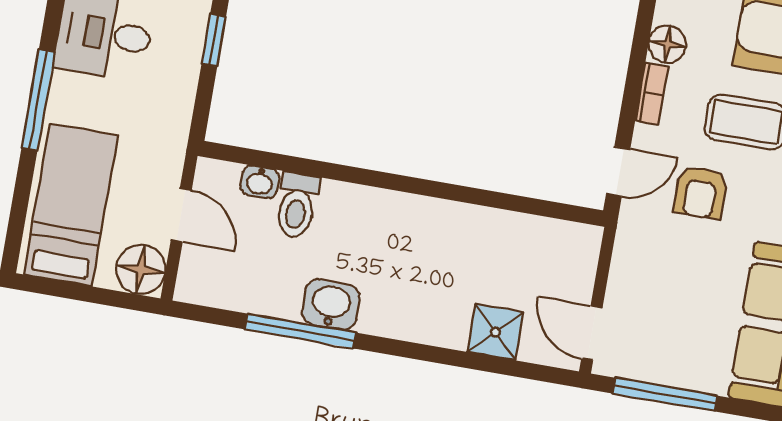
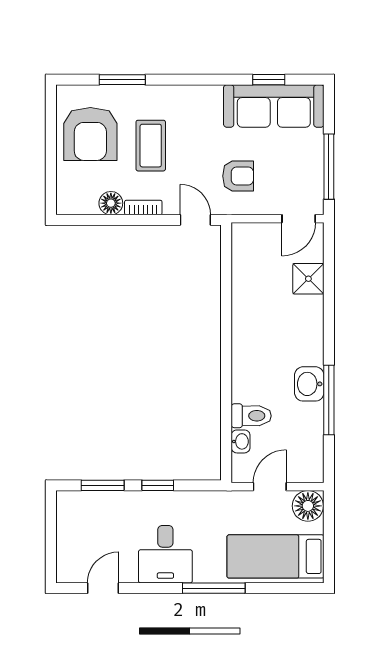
armchair: (701, 192) -> (238, 176), moved

